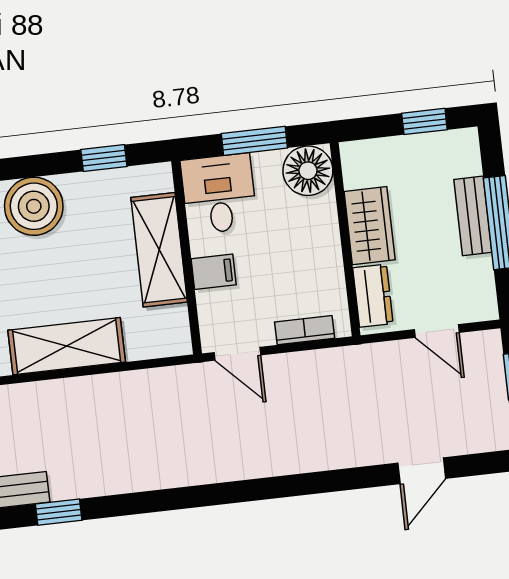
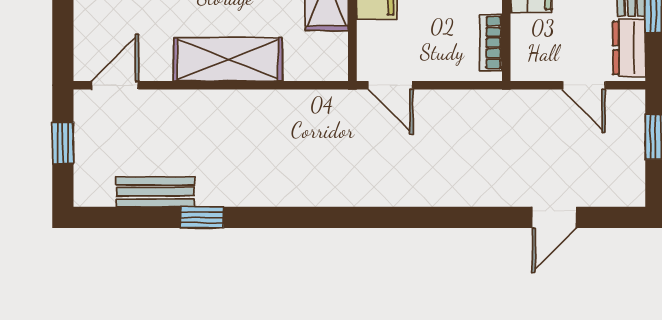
dresser: (373, 296) -> (629, 48), moved, turned 180
bookcase: (305, 330) -> (491, 43), moved, turned -90

